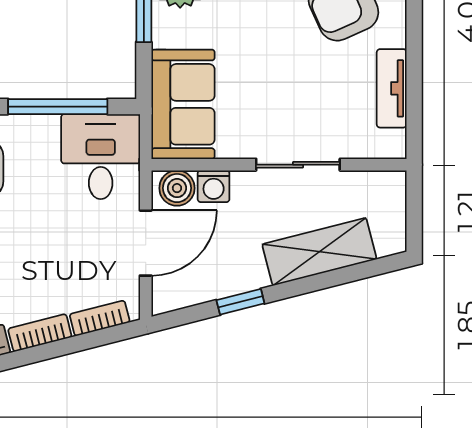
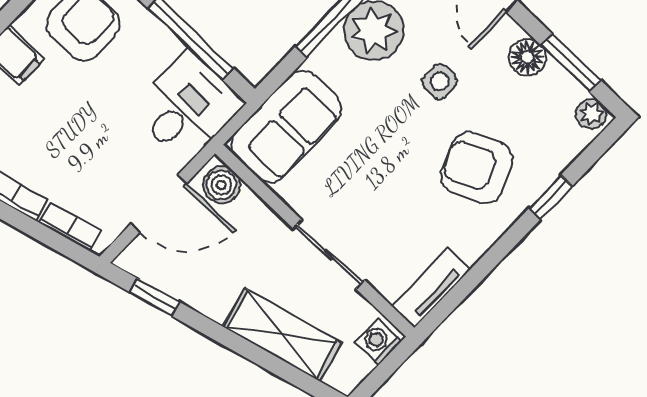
tv unit: (392, 88) -> (431, 288), moved
washing machine: (214, 186) -> (378, 342), moved, turned 90
window: (240, 302) -> (155, 297), moved

